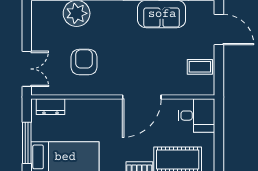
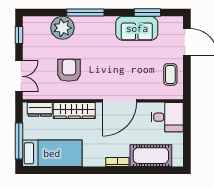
window: (27, 22) -> (19, 35), added
coffee table: (200, 67) -> (170, 74), turned 90
wardrobe: (90, 108) -> (74, 110), added

